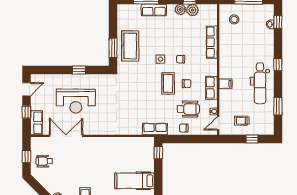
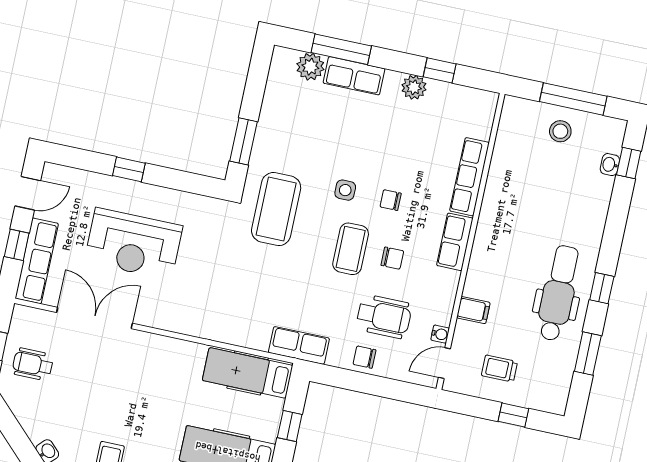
plant: (192, 10) -> (310, 67), moved
stool: (234, 19) -> (560, 131), moved
coffee table: (130, 46) -> (276, 209), moved
window: (278, 64) -> (602, 288), moved
window: (79, 70) -> (129, 169), moved
dental chair: (260, 83) -> (558, 293), turned 180
filing cabinet: (226, 84) -> (473, 310), moved
row of seats: (211, 88) -> (455, 242), moved
row of seats: (36, 123) -> (37, 261), width x1.48
hospital bed: (136, 145) -> (248, 373), added
window: (158, 152) -> (290, 426), moved

